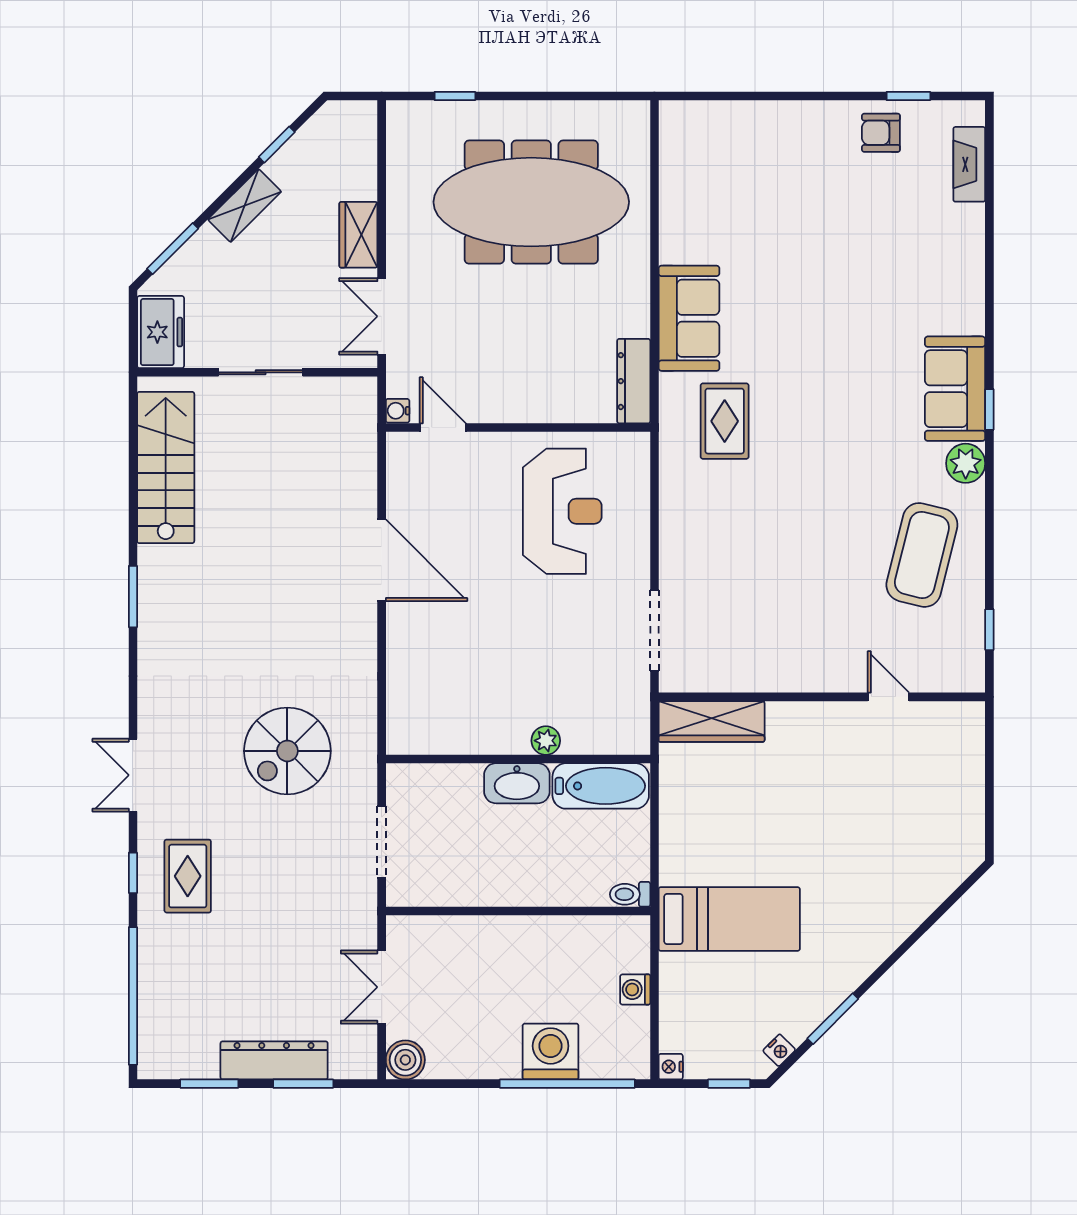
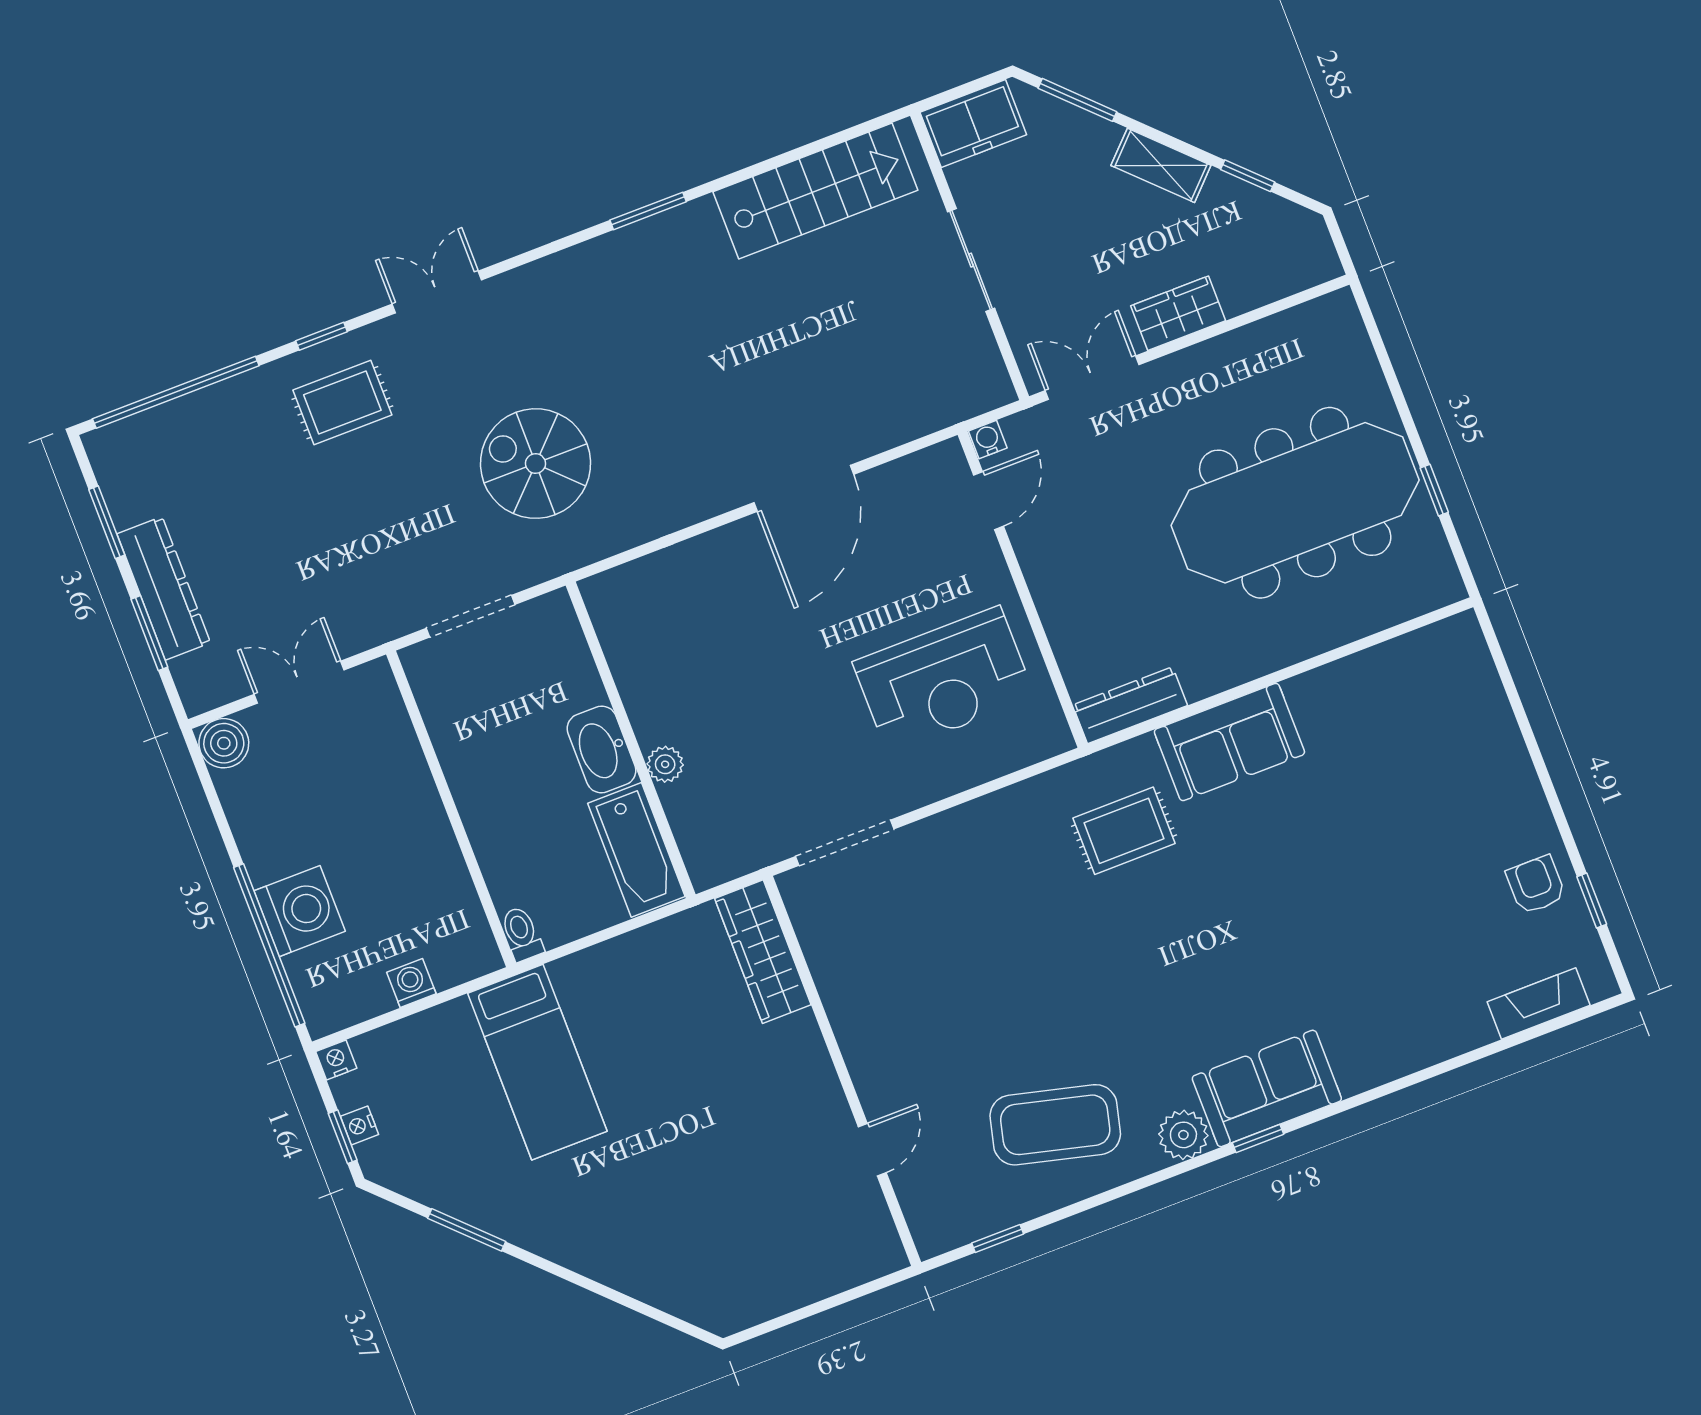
window: (455, 96) -> (1434, 490), moved
meeting table: (531, 202) -> (1295, 503), turned 90
nightstand: (779, 1050) -> (360, 1125), moved, turned 45

